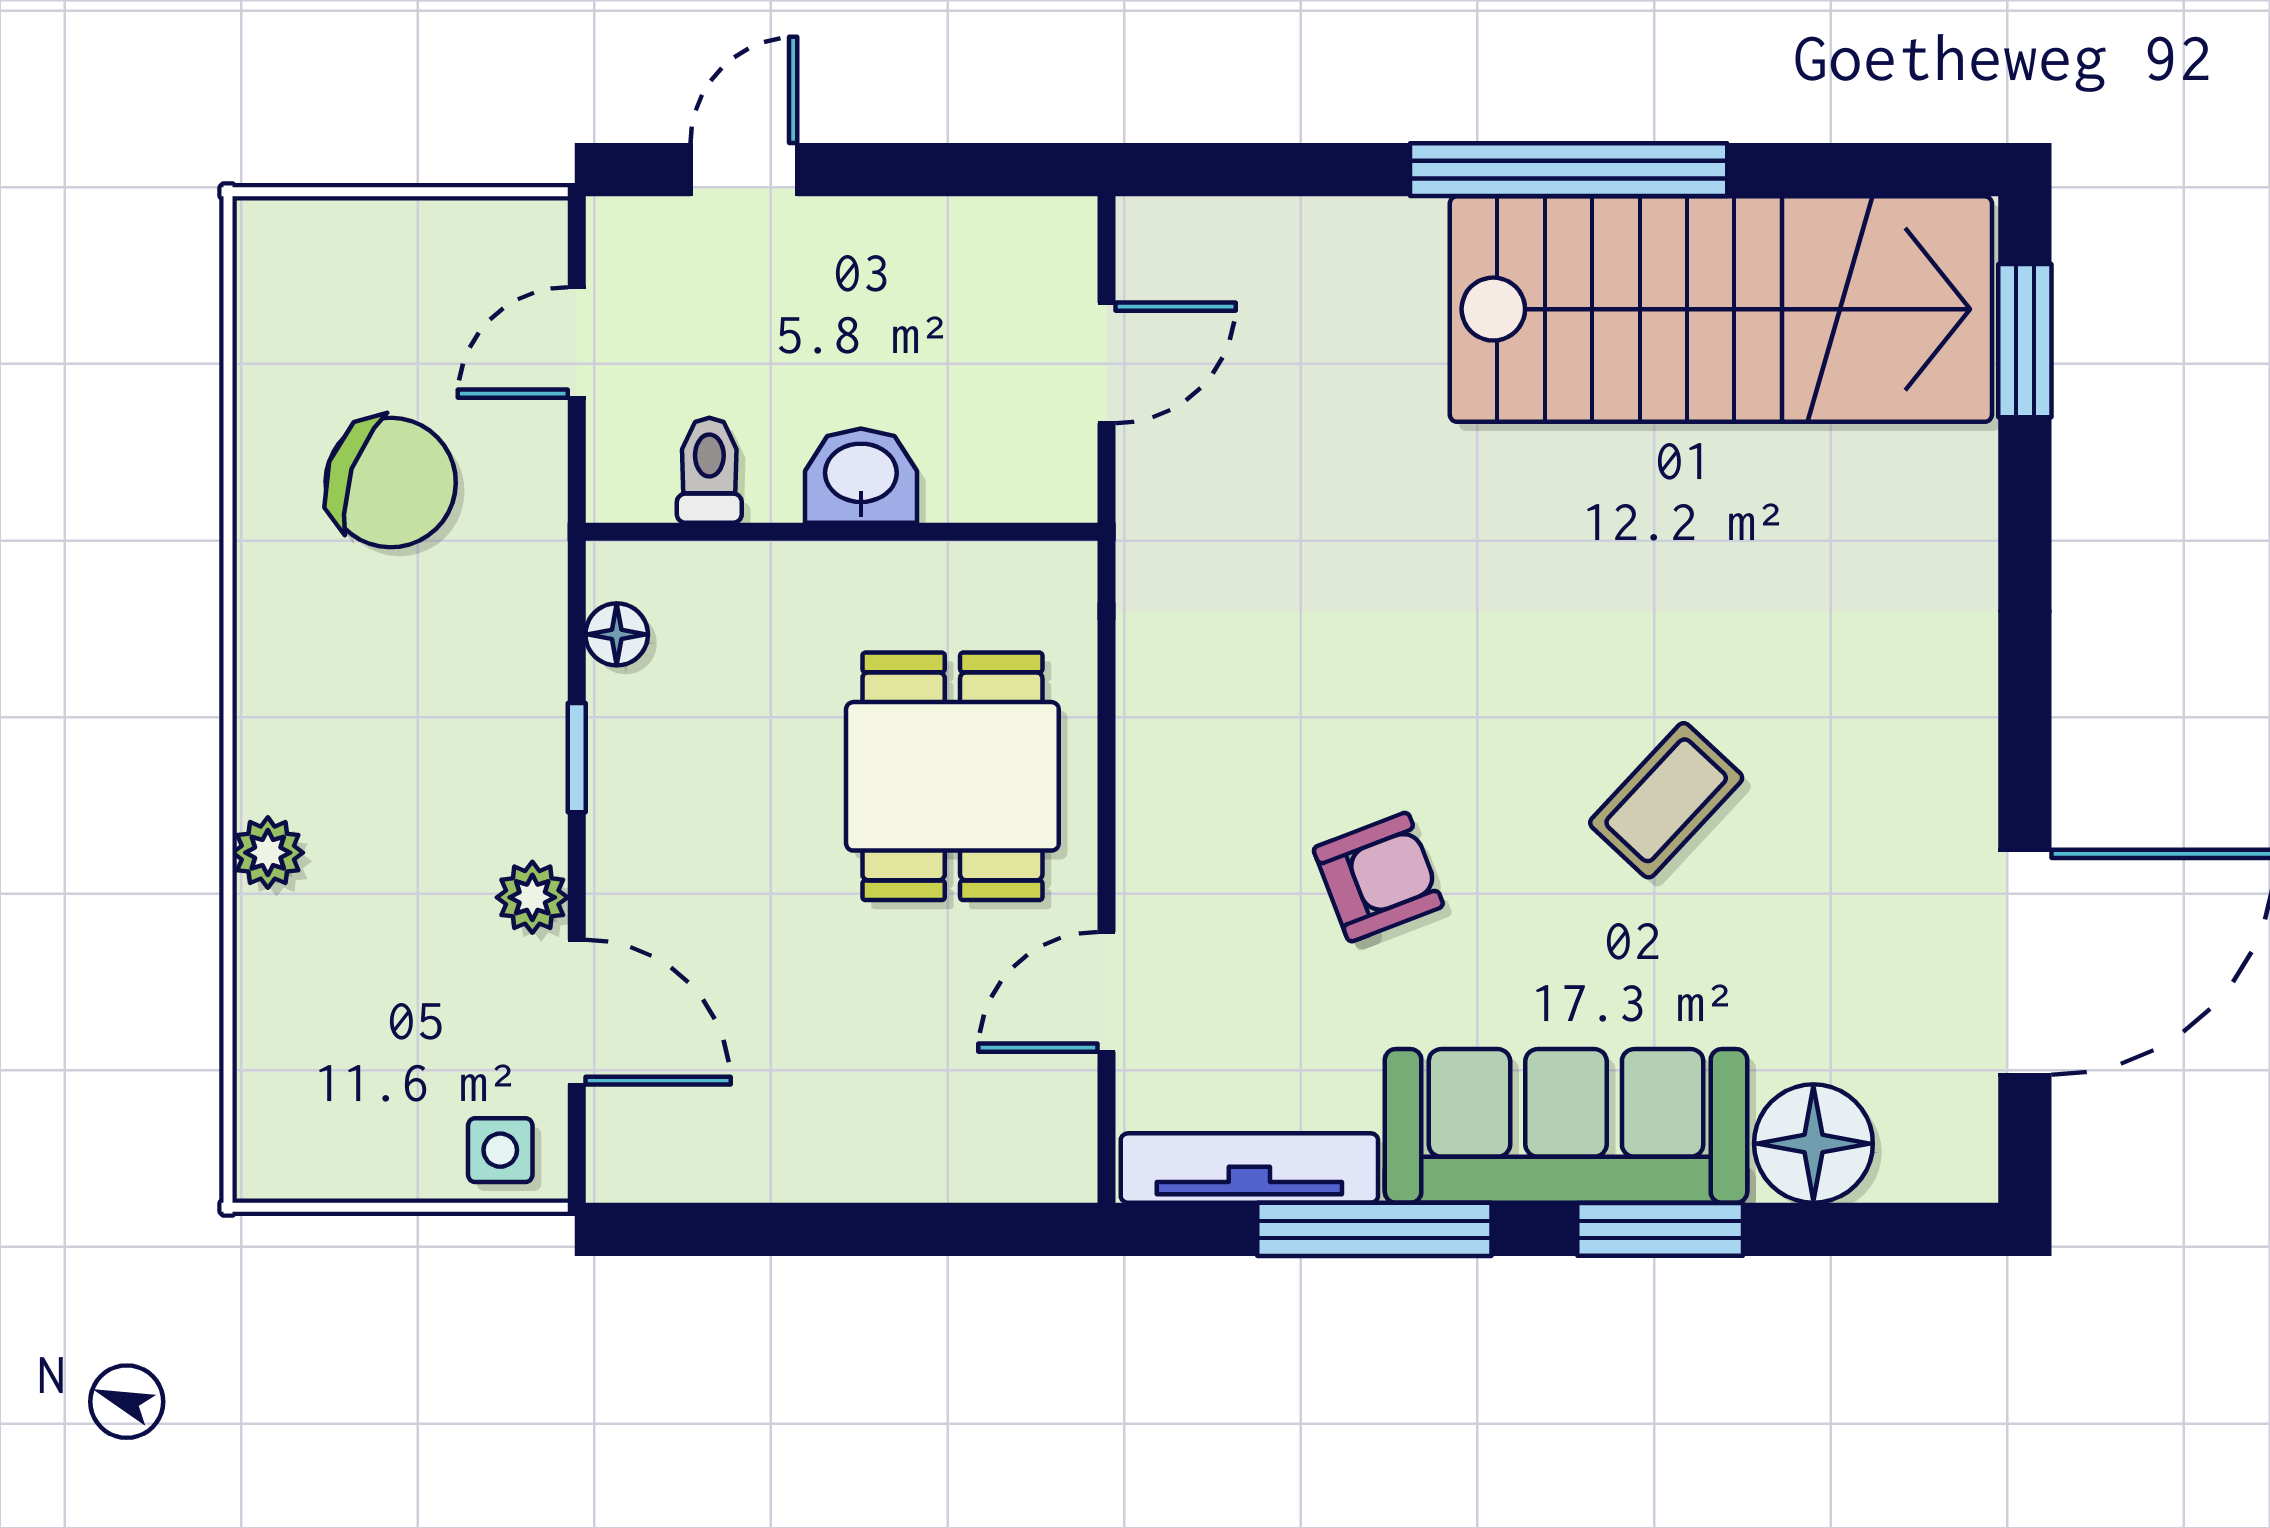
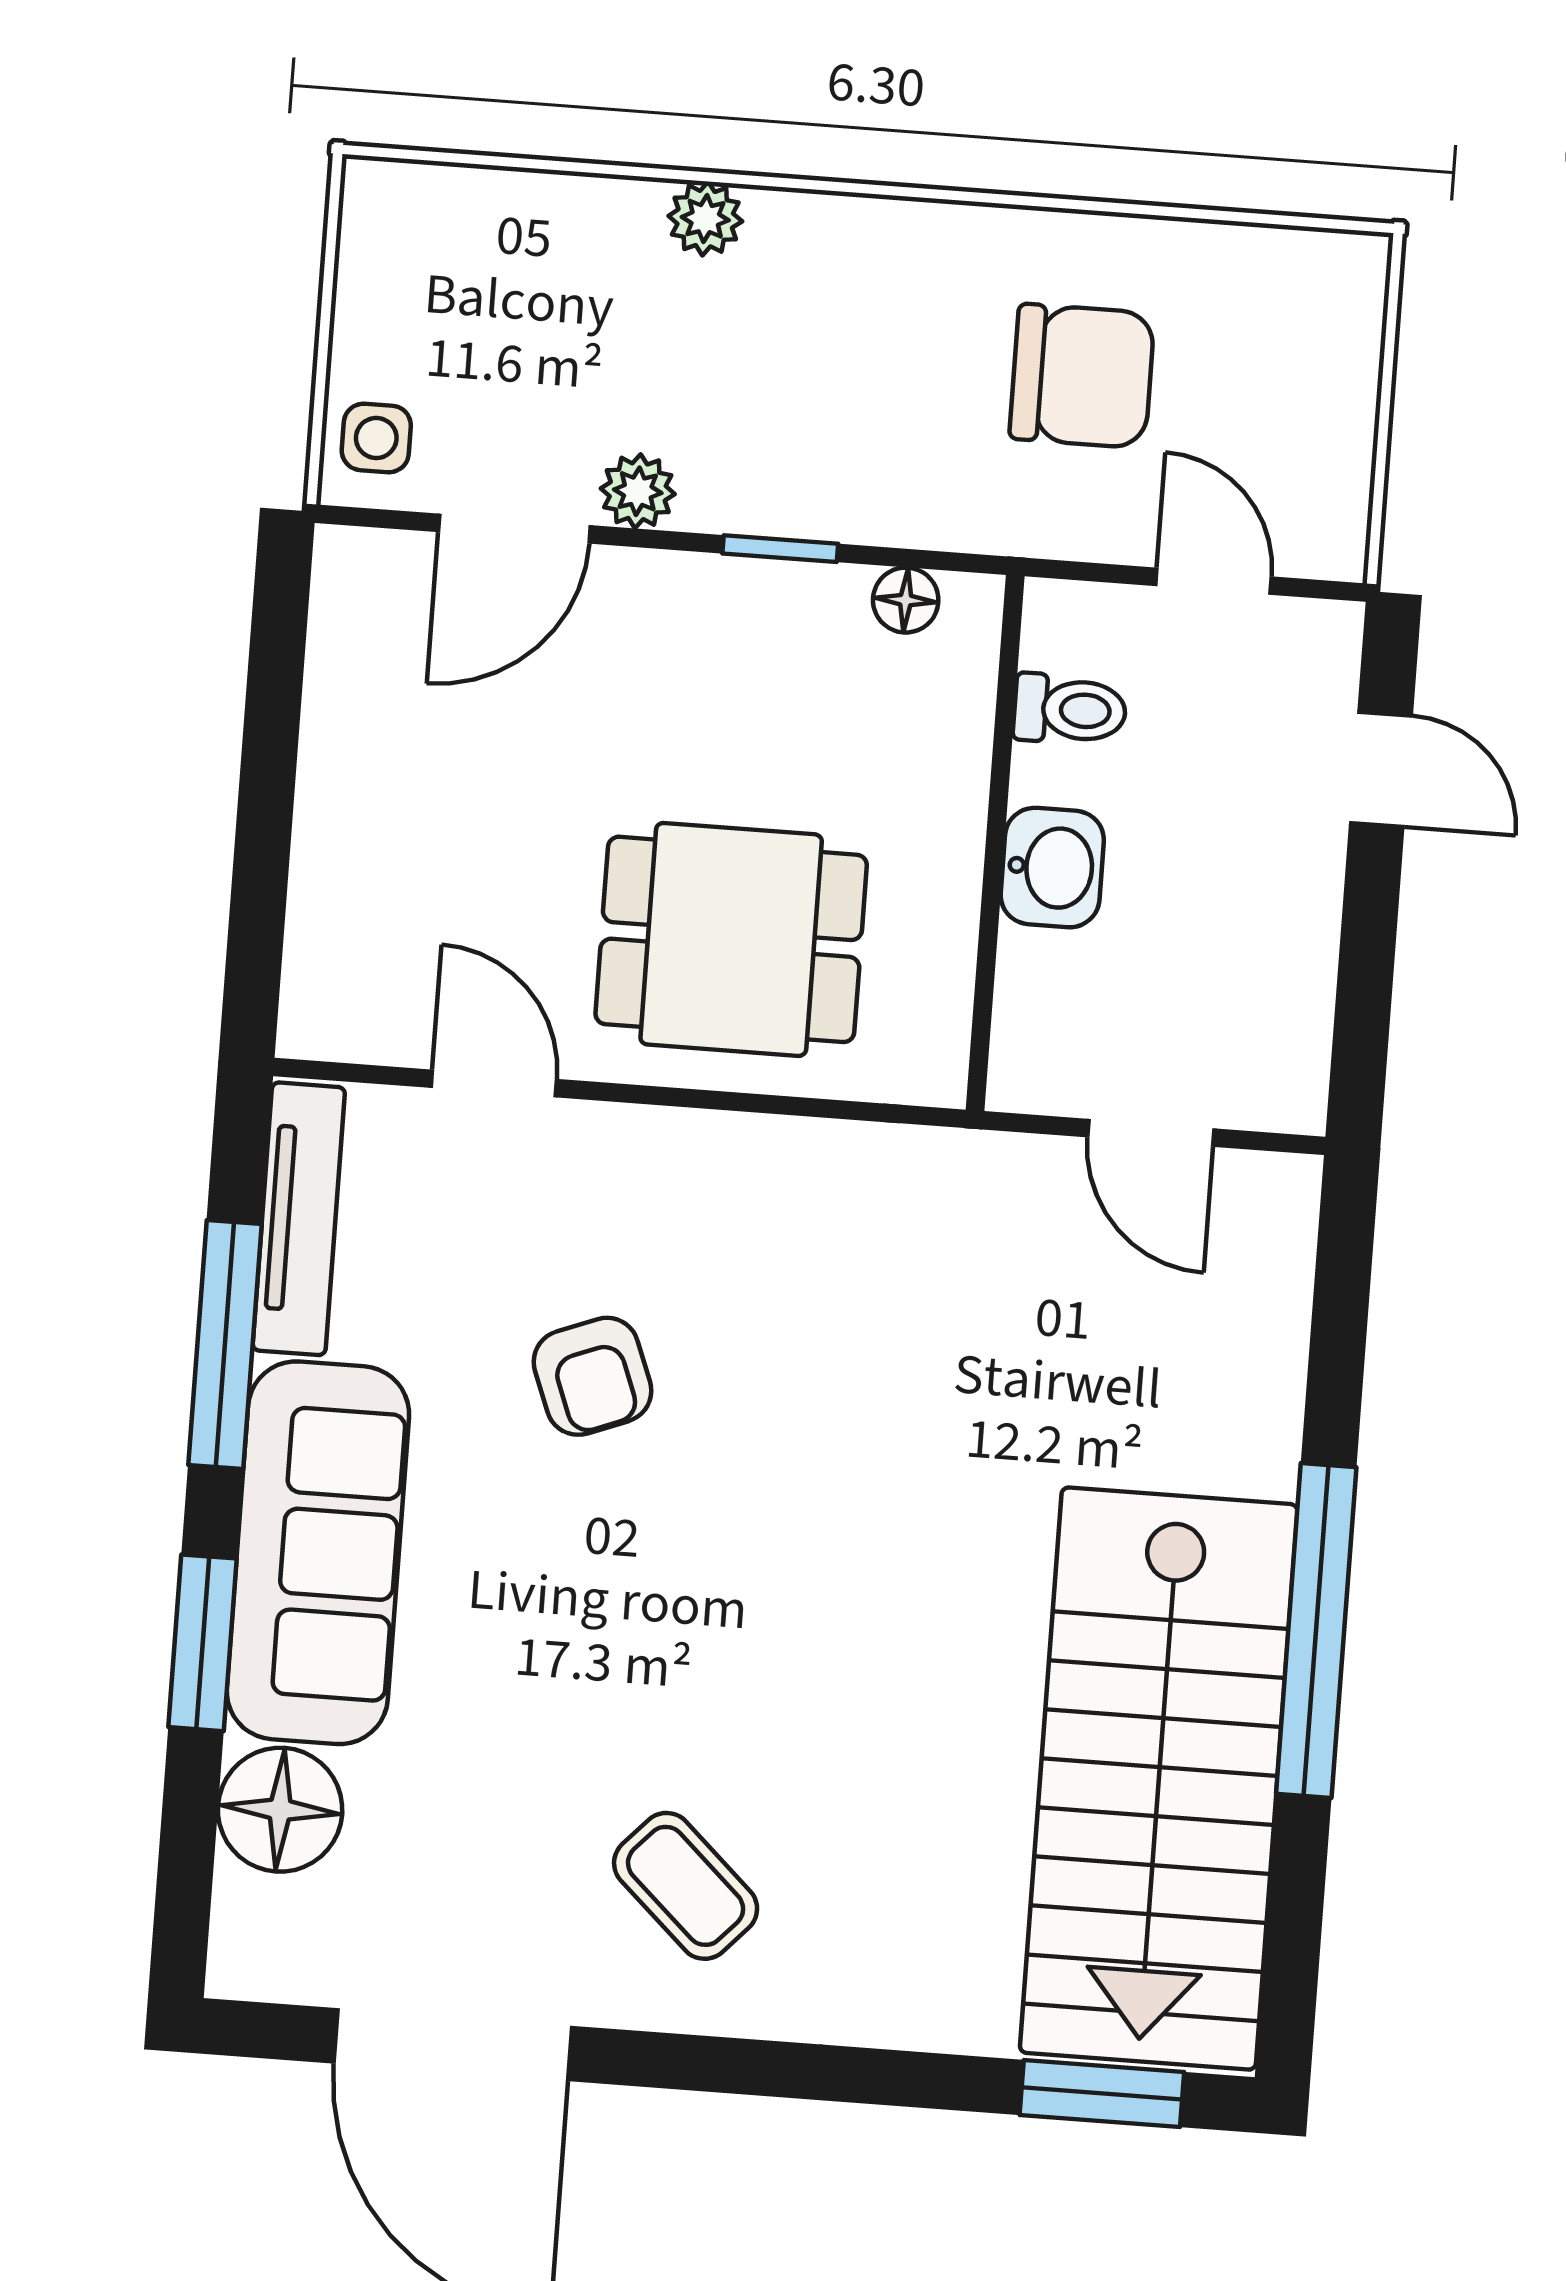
chair: (391, 483) -> (1082, 376), turned -109
coffee table: (1666, 800) -> (686, 1886), moved

